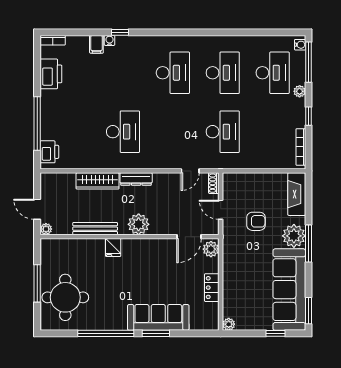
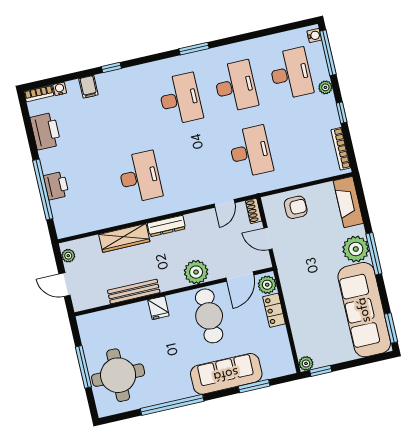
window: (195, 32) -> (194, 49), added
water cooler: (110, 40) -> (60, 89), moved
printer: (49, 152) -> (56, 186), moved
armchair: (256, 221) -> (296, 207), moved
plant: (139, 224) -> (196, 272), moved
plant: (46, 229) -> (68, 256), moved
cafe table: (155, 264) -> (209, 316), added
locker: (212, 288) -> (274, 310), moved
window: (156, 333) -> (254, 386), moved
window: (276, 333) -> (321, 371), moved

